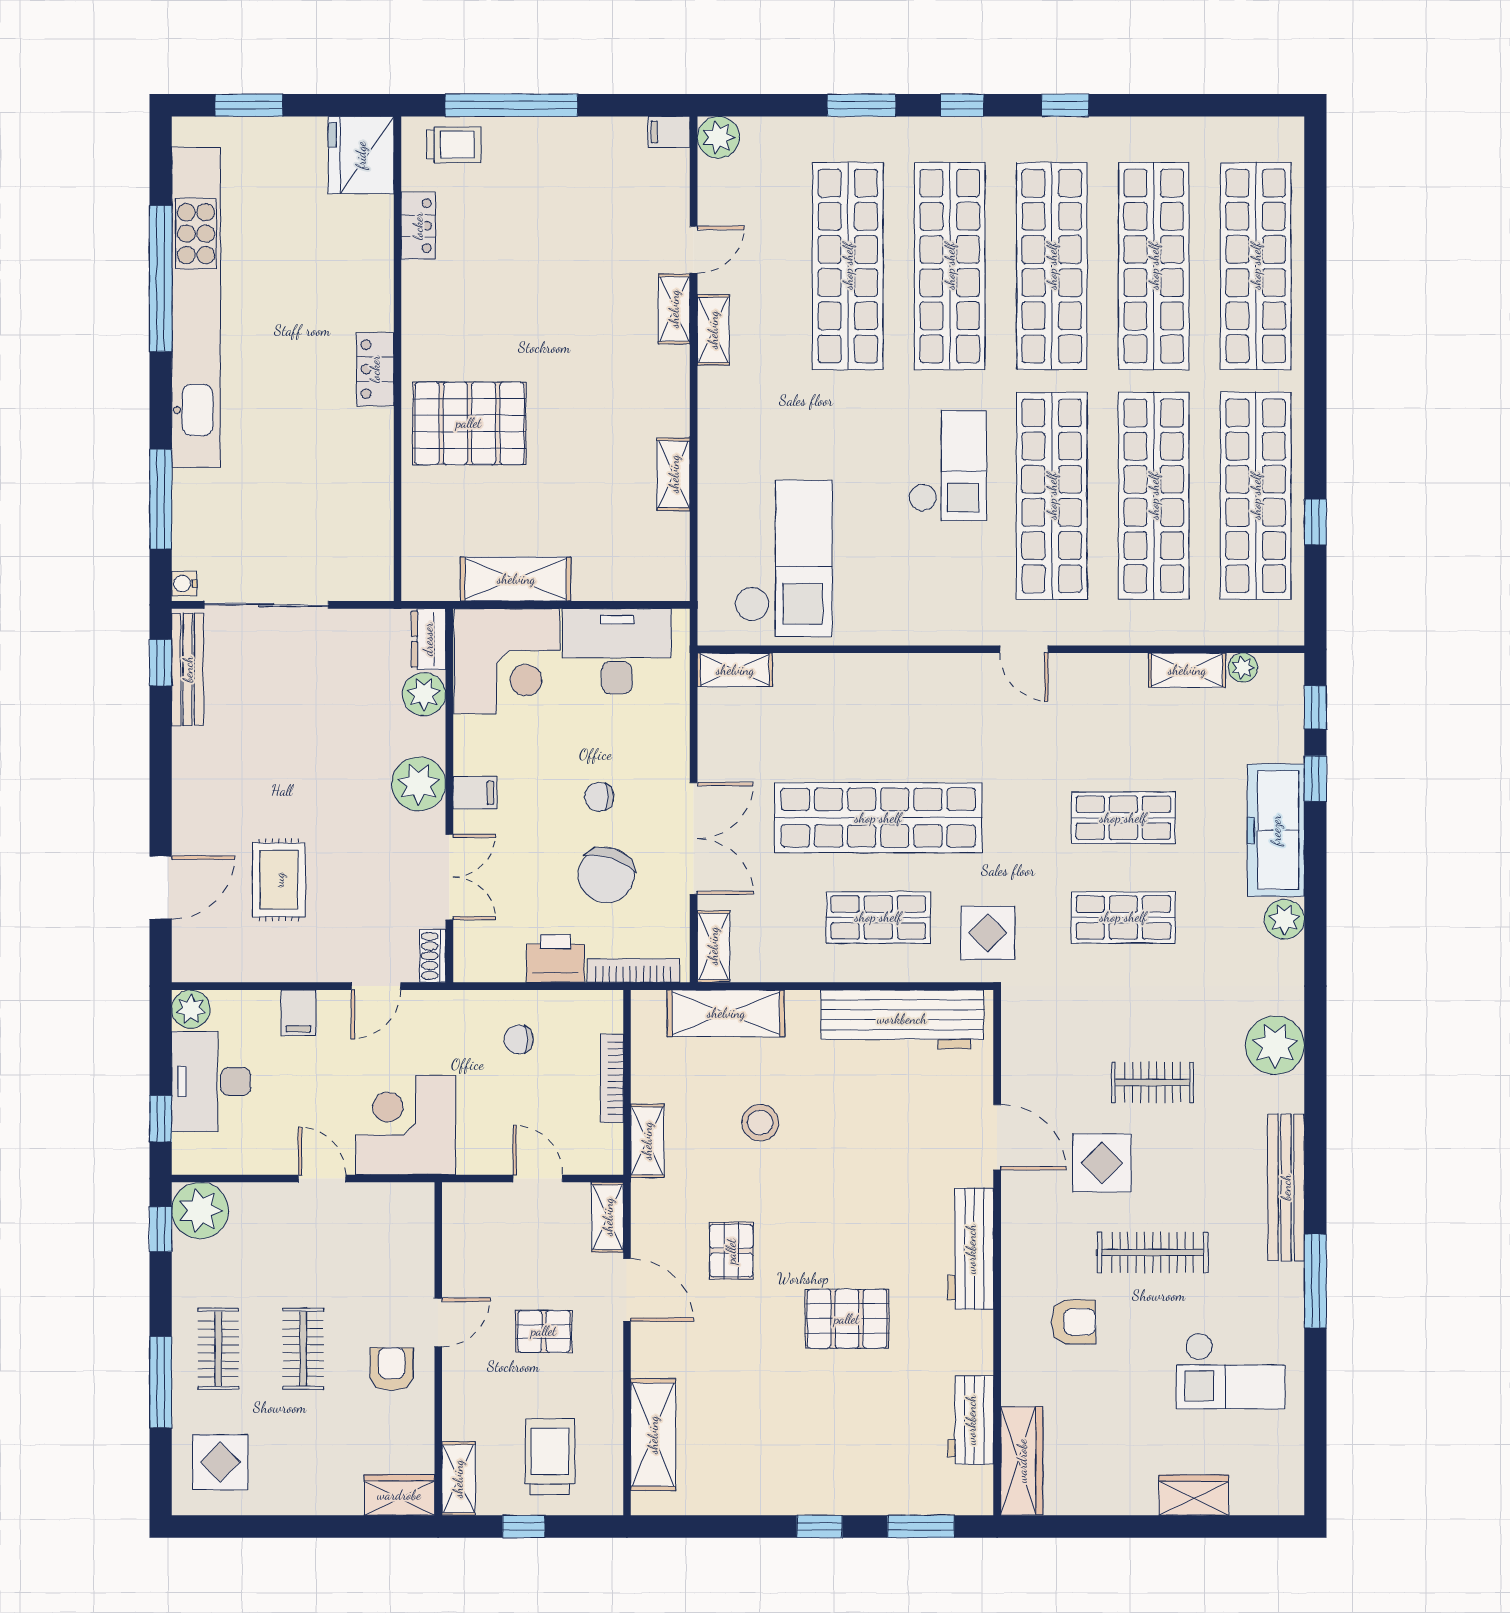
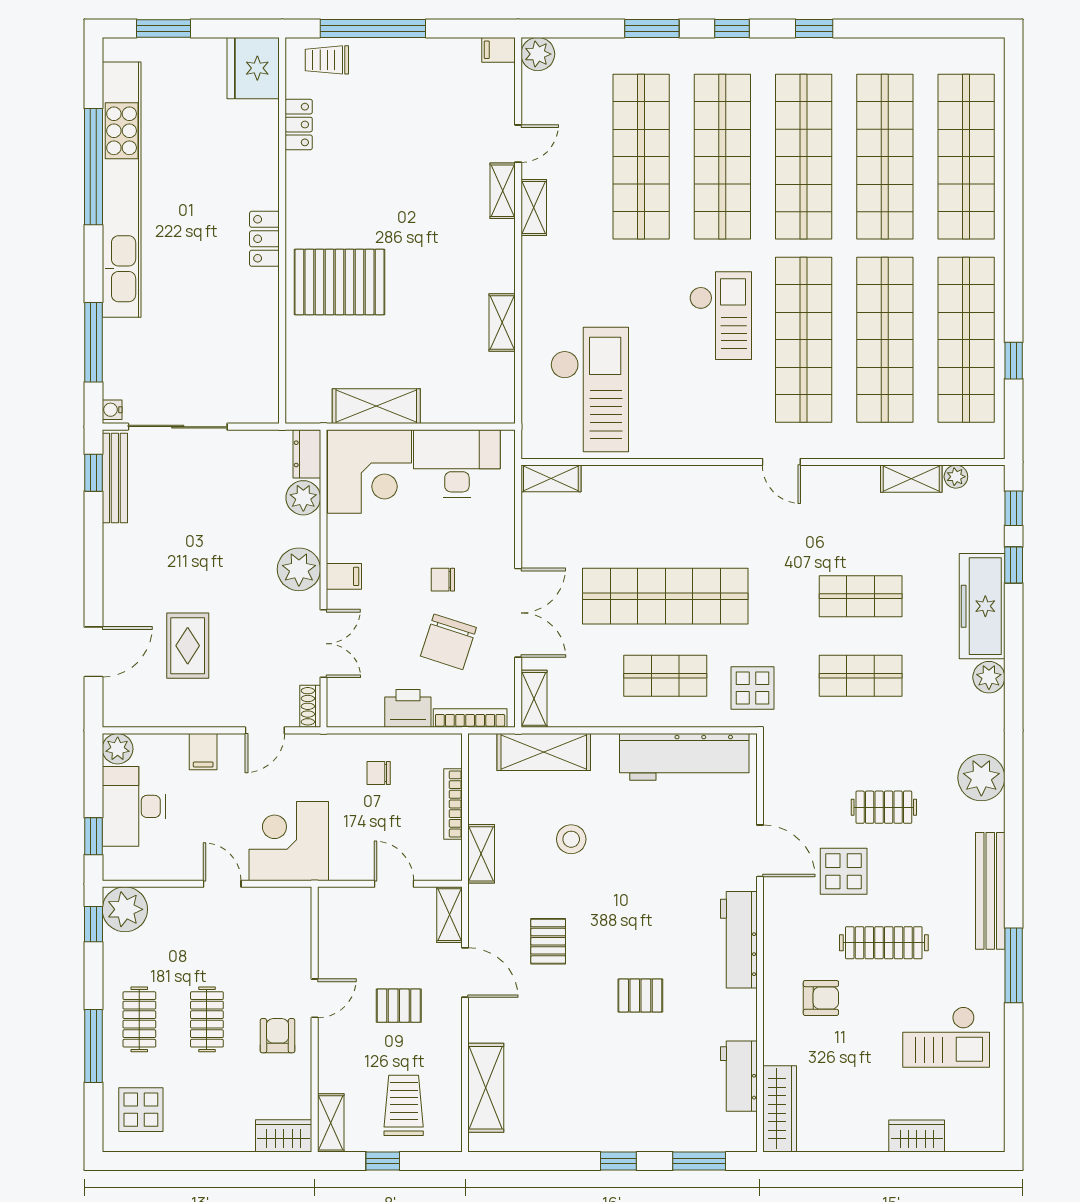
trolley: (454, 145) -> (327, 60), turned 180
pallet: (847, 1319) -> (640, 995), width x0.67, depth x0.71

